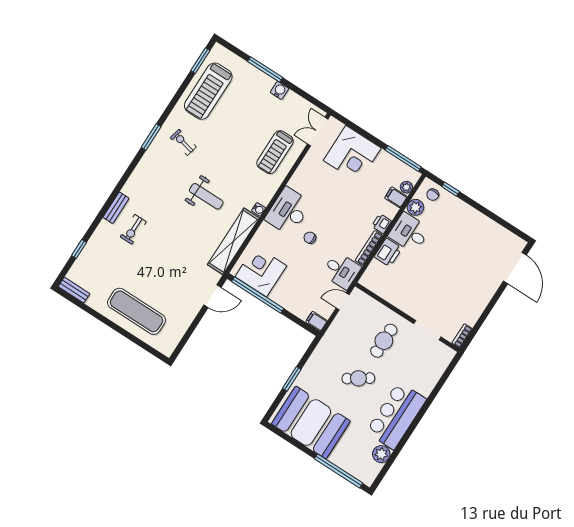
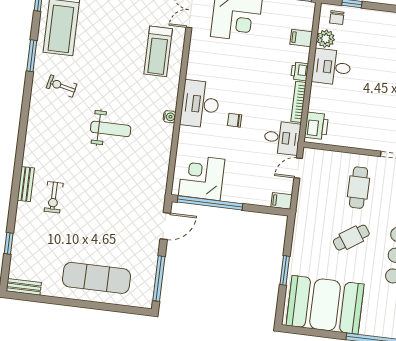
window: (151, 137) -> (32, 56), moved
plant: (406, 187) -> (307, 23), removed
shelving: (233, 241) -> (160, 161), removed
printer: (388, 252) -> (316, 126), moved
window: (187, 336) -> (159, 279), added

